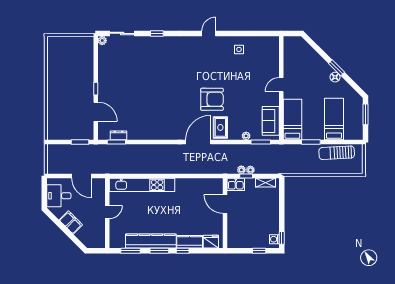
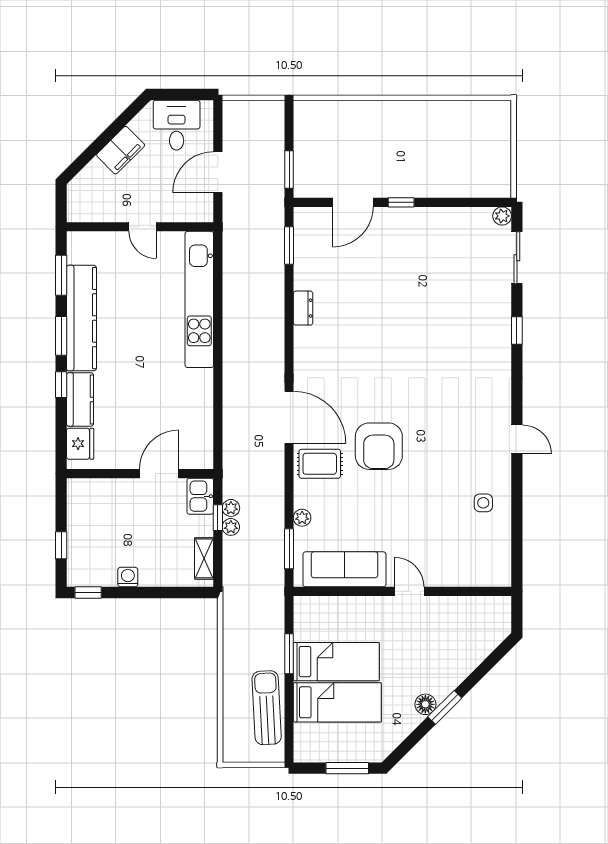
bed: (292, 120) -> (336, 662), moved
sofa: (271, 121) -> (344, 569), width x1.36
dresser: (119, 135) -> (303, 308), moved
washing machine: (274, 239) -> (128, 577), moved

